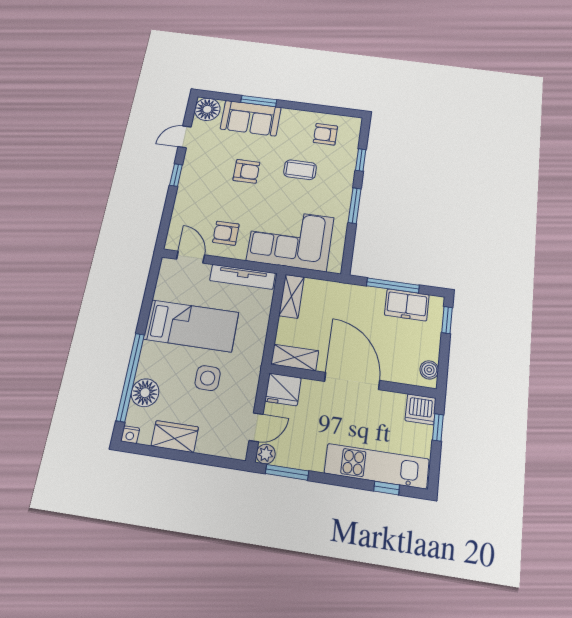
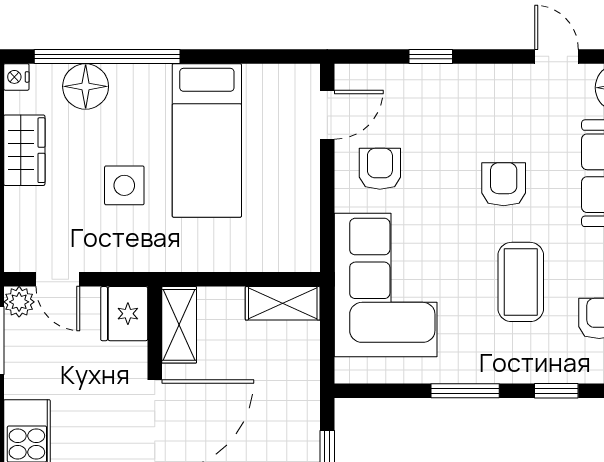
coffee table: (300, 170) -> (521, 282), width x1.36, depth x1.30
armchair: (246, 171) -> (504, 184), turned 180
window: (176, 175) -> (431, 56), moved
tv unit: (243, 277) -> (305, 213), removed

